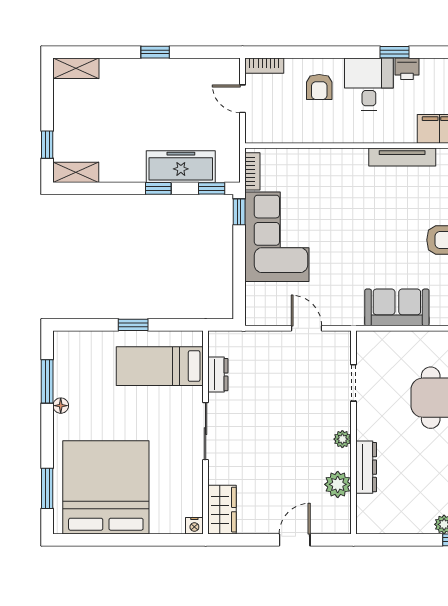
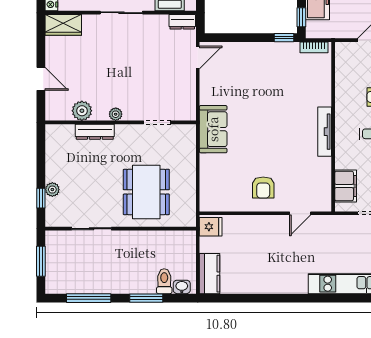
tv unit: (402, 157) -> (325, 132), moved
corner sofa: (277, 237) -> (266, 66), removed
sofa: (397, 307) -> (213, 129), moved
door: (306, 328) -> (198, 57), moved
dresser: (218, 375) -> (182, 22), moved

